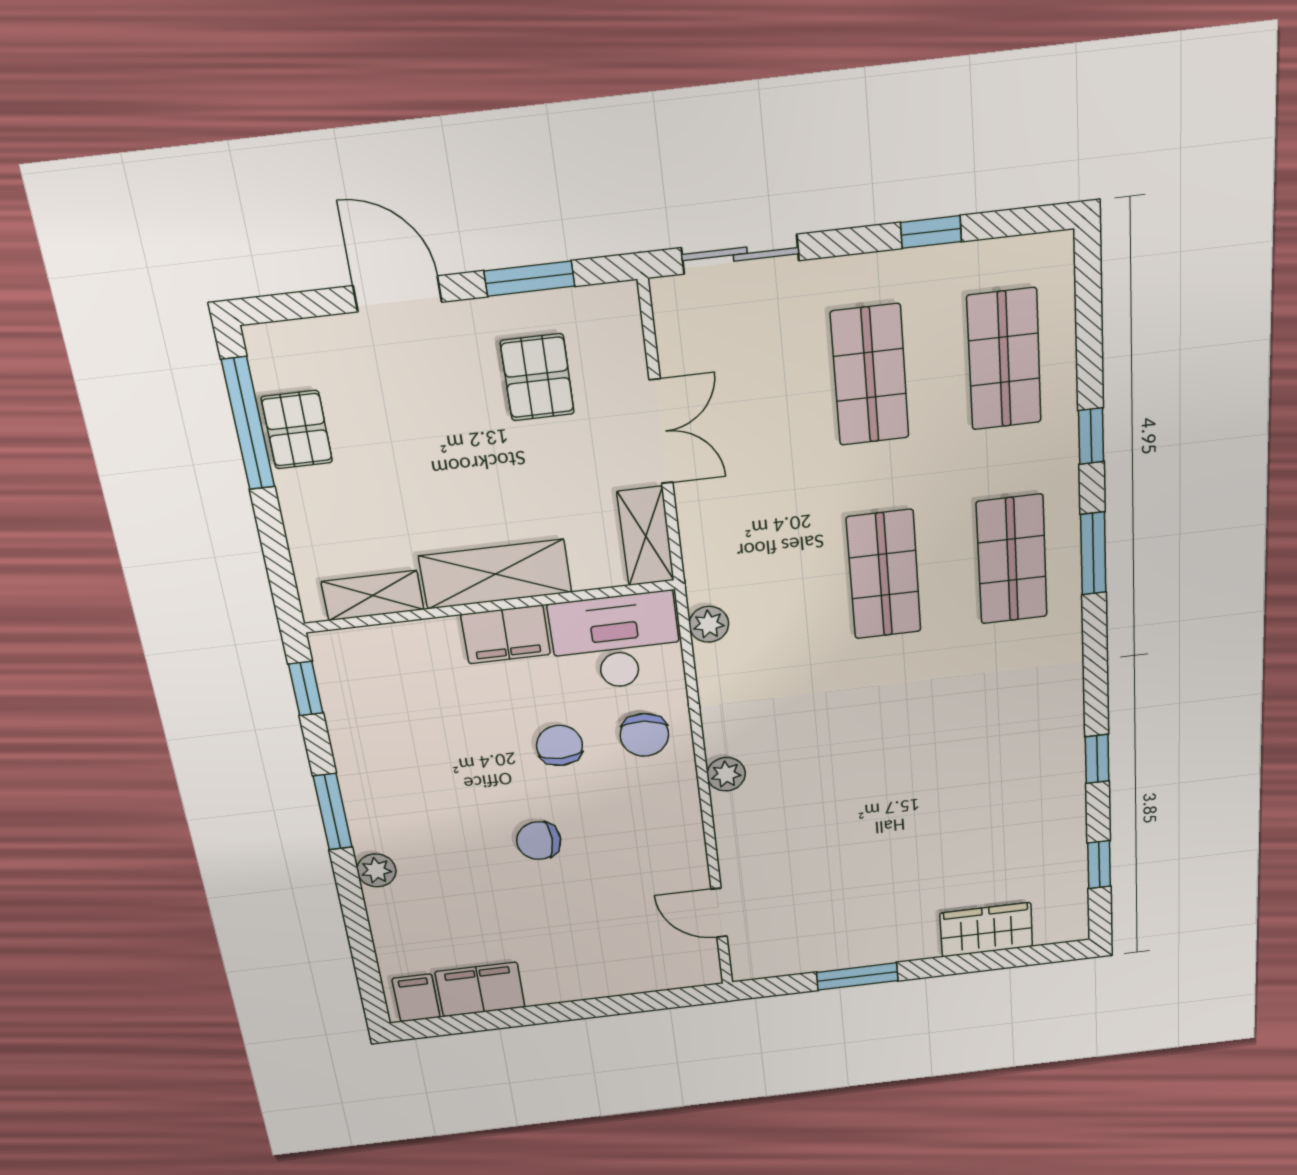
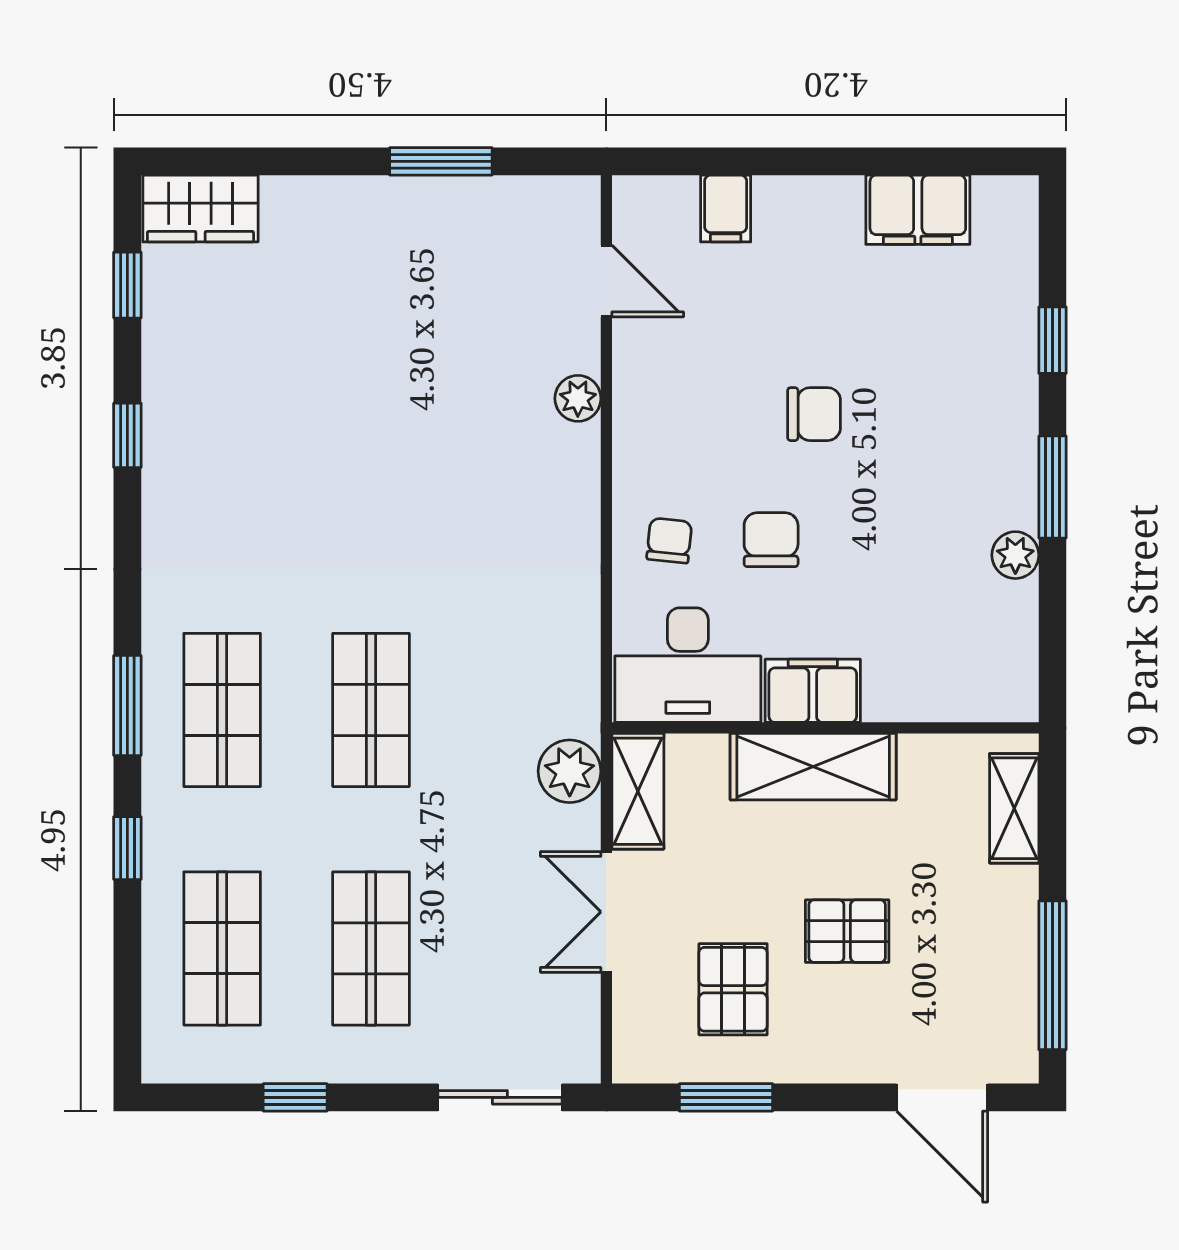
door: (397, 294) -> (942, 1097), moved
pallet: (297, 430) -> (847, 931), moved, turned 90
shelving: (373, 596) -> (1014, 808), moved, turned 90
plant: (709, 624) -> (570, 771), moved, width x1.38, depth x1.38
window: (306, 689) -> (1052, 340), moved
chair: (644, 735) -> (669, 540), width x0.73, depth x0.73
chair: (559, 746) -> (771, 540), turned 180
plant: (726, 774) -> (578, 398), moved
plant: (376, 870) -> (1015, 555), moved
wardrobe: (986, 930) -> (200, 209), moved
filing cabinet: (416, 998) -> (726, 209), moved

